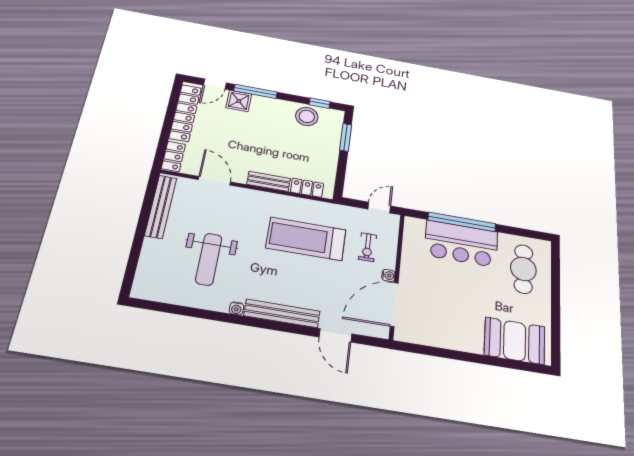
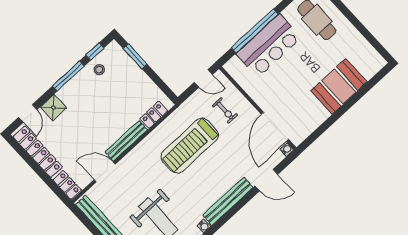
window: (255, 91) -> (68, 76), moved
stool: (307, 116) -> (99, 70), width x0.53, depth x0.53
bench: (269, 181) -> (126, 141), width x1.36
door: (379, 208) -> (203, 78), swing flipped
water cooler: (388, 275) -> (287, 150), moved
booth: (515, 341) -> (339, 86), moved

